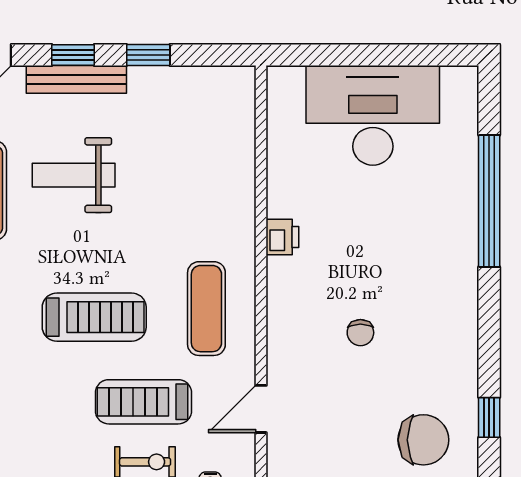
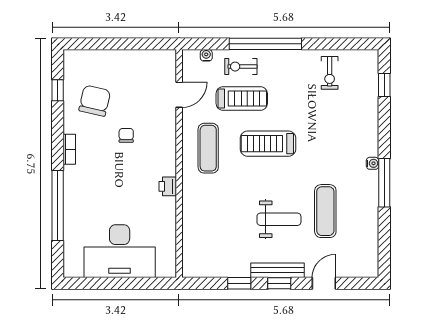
bookcase: (467, 307) -> (69, 149), added
chair: (423, 440) -> (95, 101), moved, turned 103

